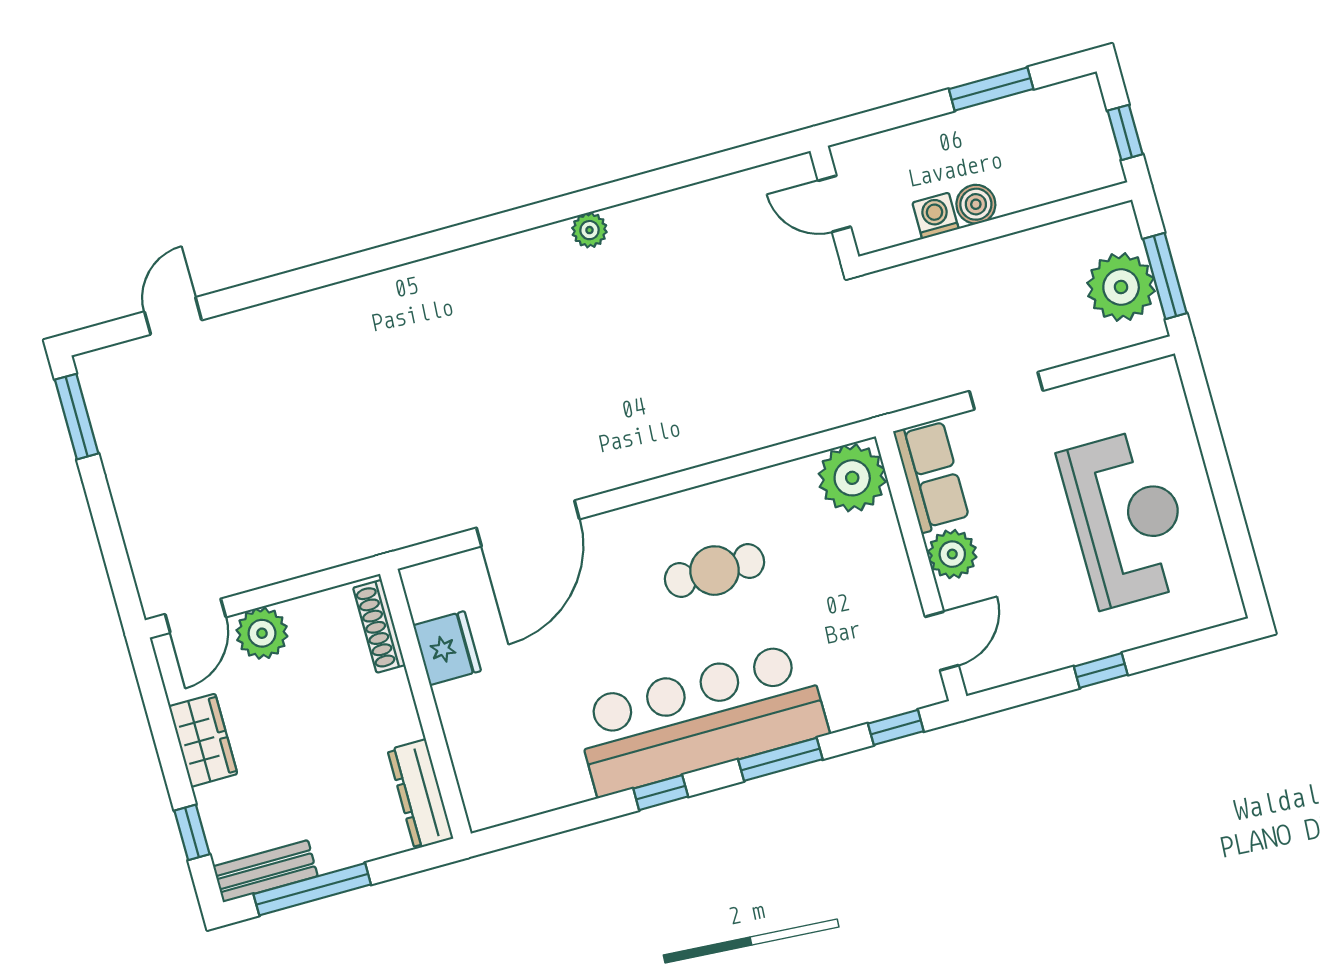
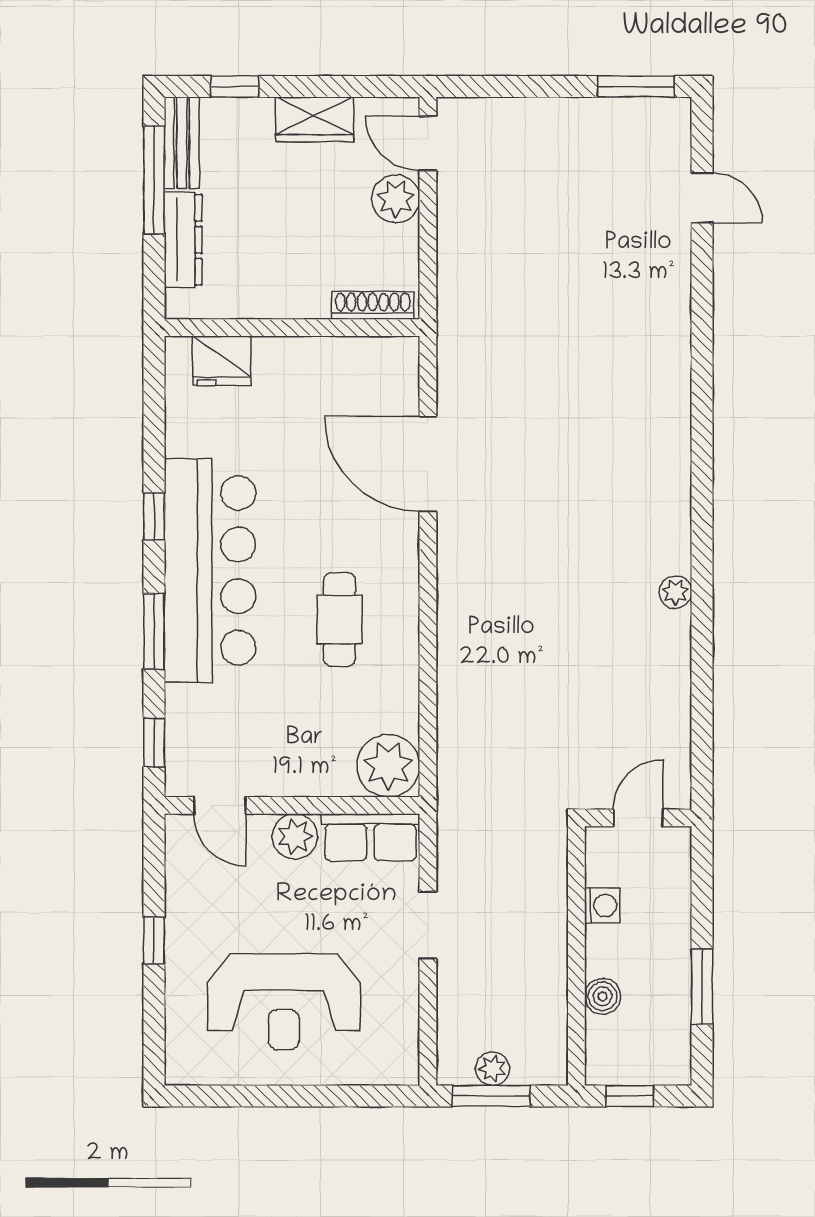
boiler: (976, 204) -> (603, 996), moved
plant: (1121, 287) -> (492, 1069), width x0.53, depth x0.53
fridge: (447, 648) -> (222, 361), moved
dresser: (420, 794) -> (183, 240), moved, turned 90

